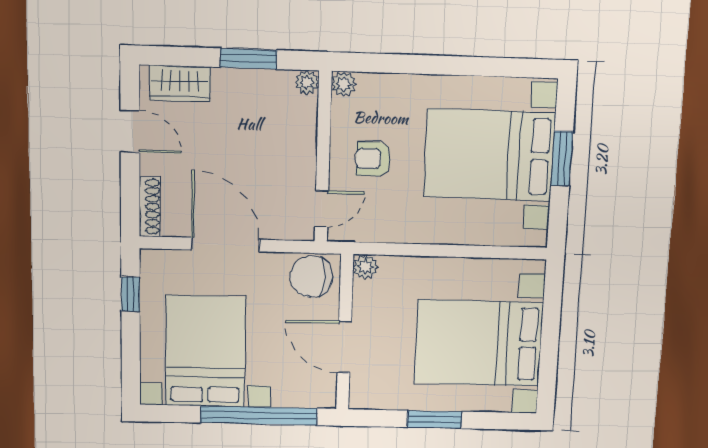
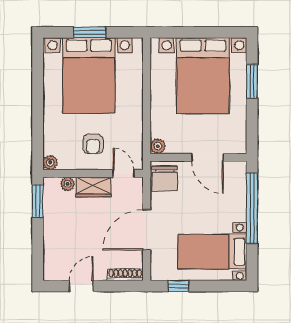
window: (248, 59) -> (38, 201), moved
plant: (307, 82) -> (68, 184), moved
wardrobe: (180, 84) -> (93, 187), moved, turned 90
door: (344, 347) -> (208, 157), hinge flipped
bed with nightstands: (205, 351) -> (212, 252), width x0.73
window: (435, 419) -> (252, 81), moved

